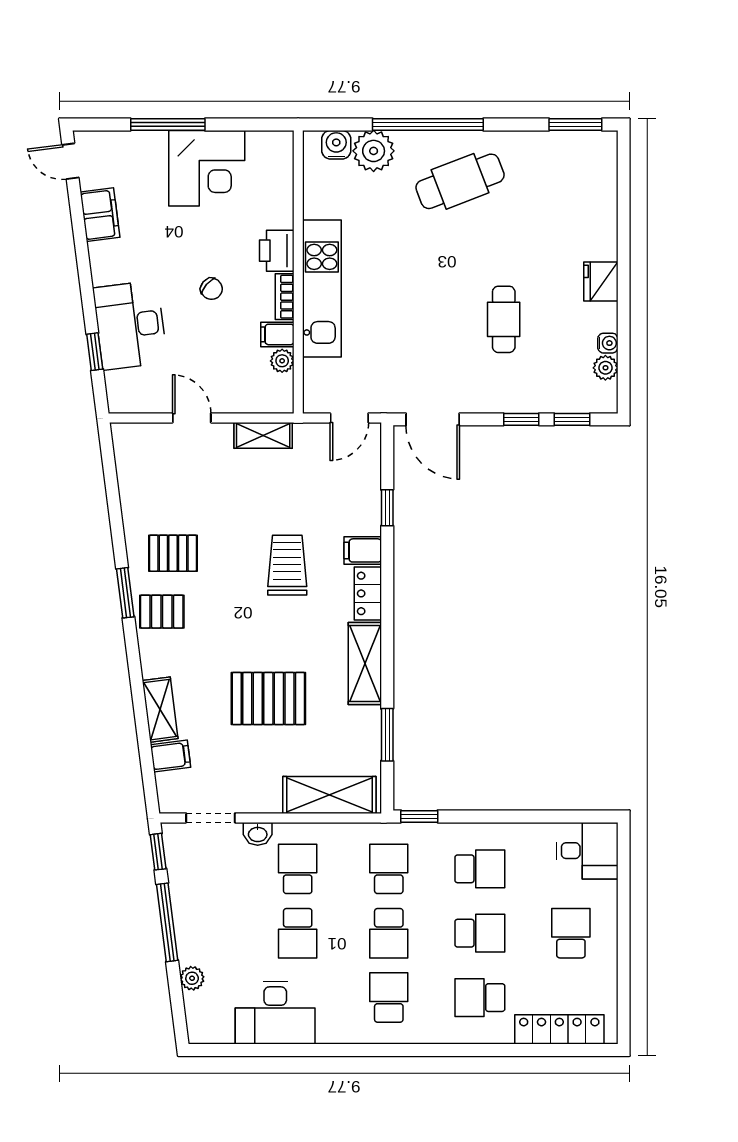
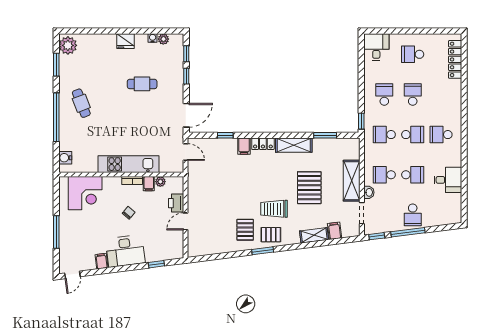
window: (575, 125) -> (56, 65), moved
plant: (374, 151) -> (68, 45), moved
corner desk: (207, 168) -> (85, 193), moved, turned 90
cafe table: (460, 181) -> (81, 103), width x0.73, depth x0.74
filing cabinet: (100, 215) -> (101, 261), width x0.50
printer: (277, 251) -> (176, 203), moved, turned 90
desk: (130, 325) -> (125, 251), moved
shelving: (263, 435) -> (193, 190), removed
trolley: (287, 565) -> (274, 209), moved
pallet: (162, 612) -> (271, 235), turned 90
shelving: (329, 795) -> (352, 181), moved
plant: (192, 978) -> (433, 221), removed
school desk: (480, 998) -> (413, 215), moved
desk: (275, 1013) -> (448, 180), width x0.73

